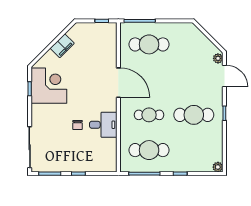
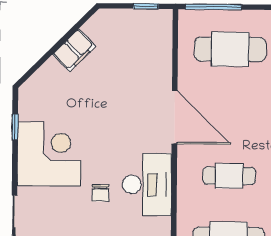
corner desk: (49, 86) -> (49, 154), moved
desk: (103, 125) -> (147, 184), width x1.37

